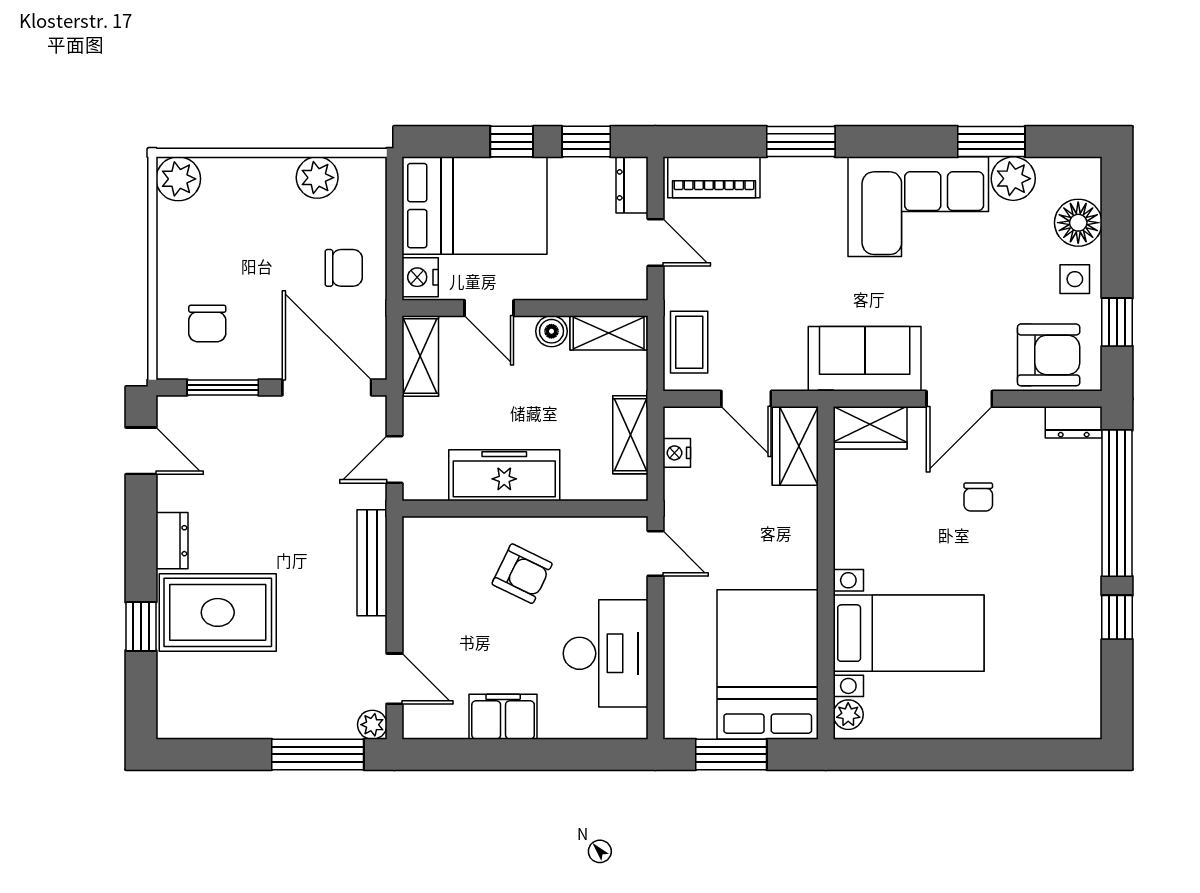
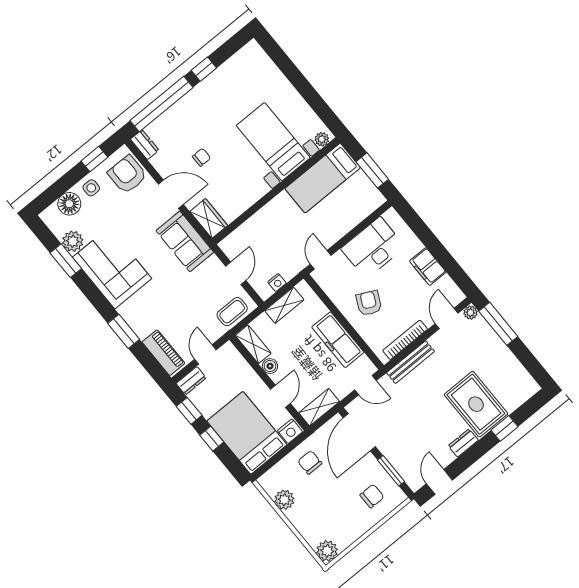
wardrobe: (795, 446) -> (238, 241), removed
bookcase: (415, 583) -> (405, 340), added
bed: (768, 664) -> (323, 178), width x0.67

